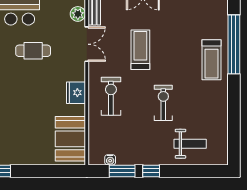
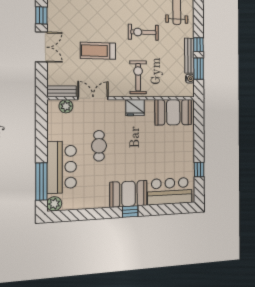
exercise bike: (111, 96) -> (138, 77), turned 90
bench: (138, 159) -> (189, 56), added

